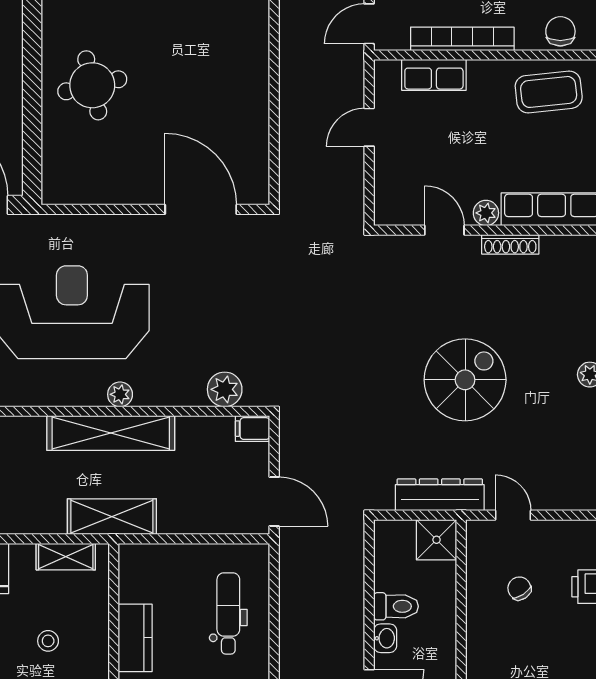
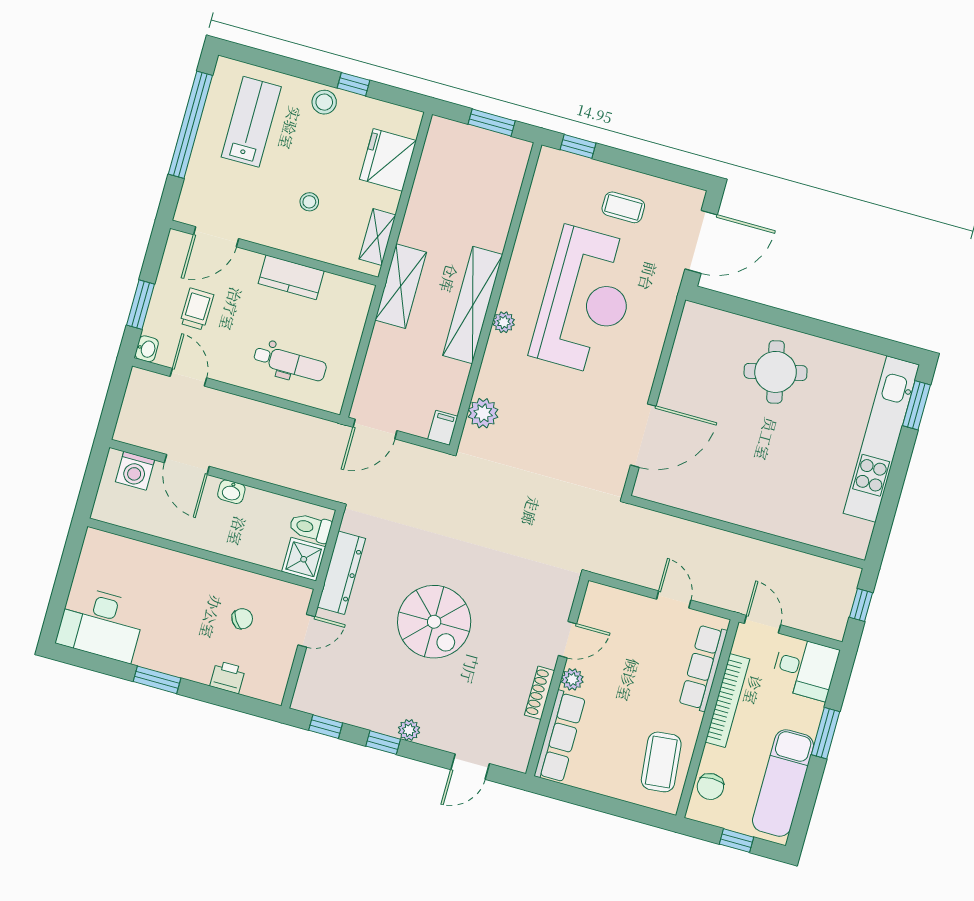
chair: (560, 31) -> (710, 787), turned 90
row of seats: (434, 75) -> (703, 668), width x1.48
toilet: (396, 606) -> (310, 528), moved, turned 90

